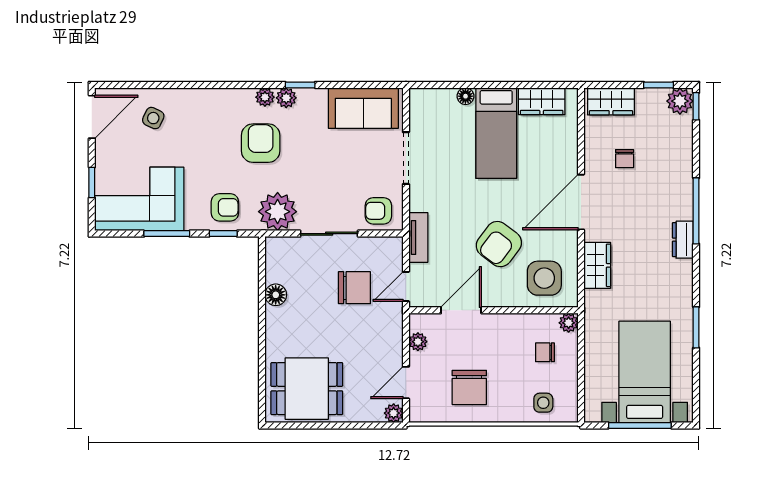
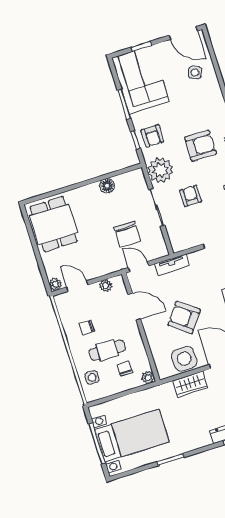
armchair: (378, 211) -> (191, 196), moved
side table: (544, 278) -> (184, 359), moved
cafe table: (511, 369) -> (107, 350), added
chair: (469, 387) -> (87, 327), width x0.54, depth x0.54

